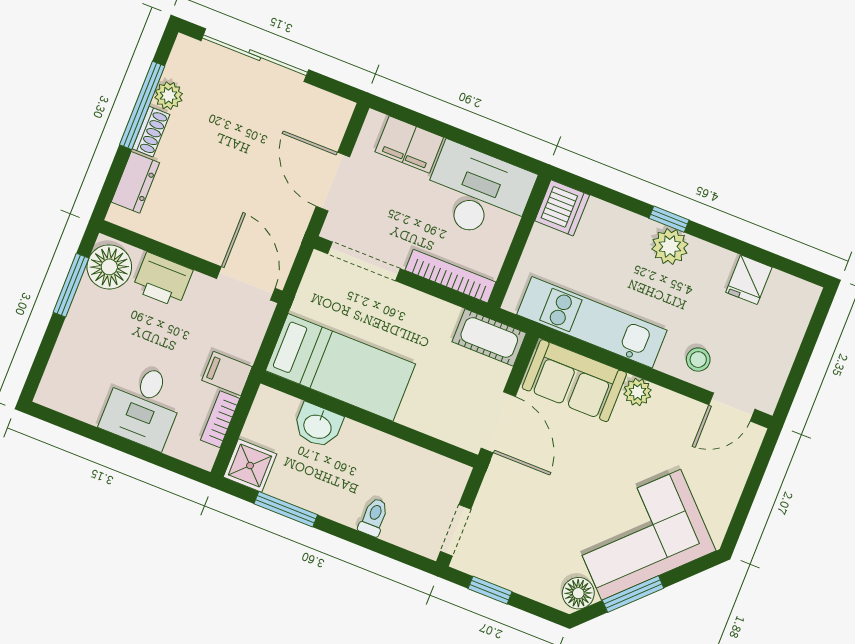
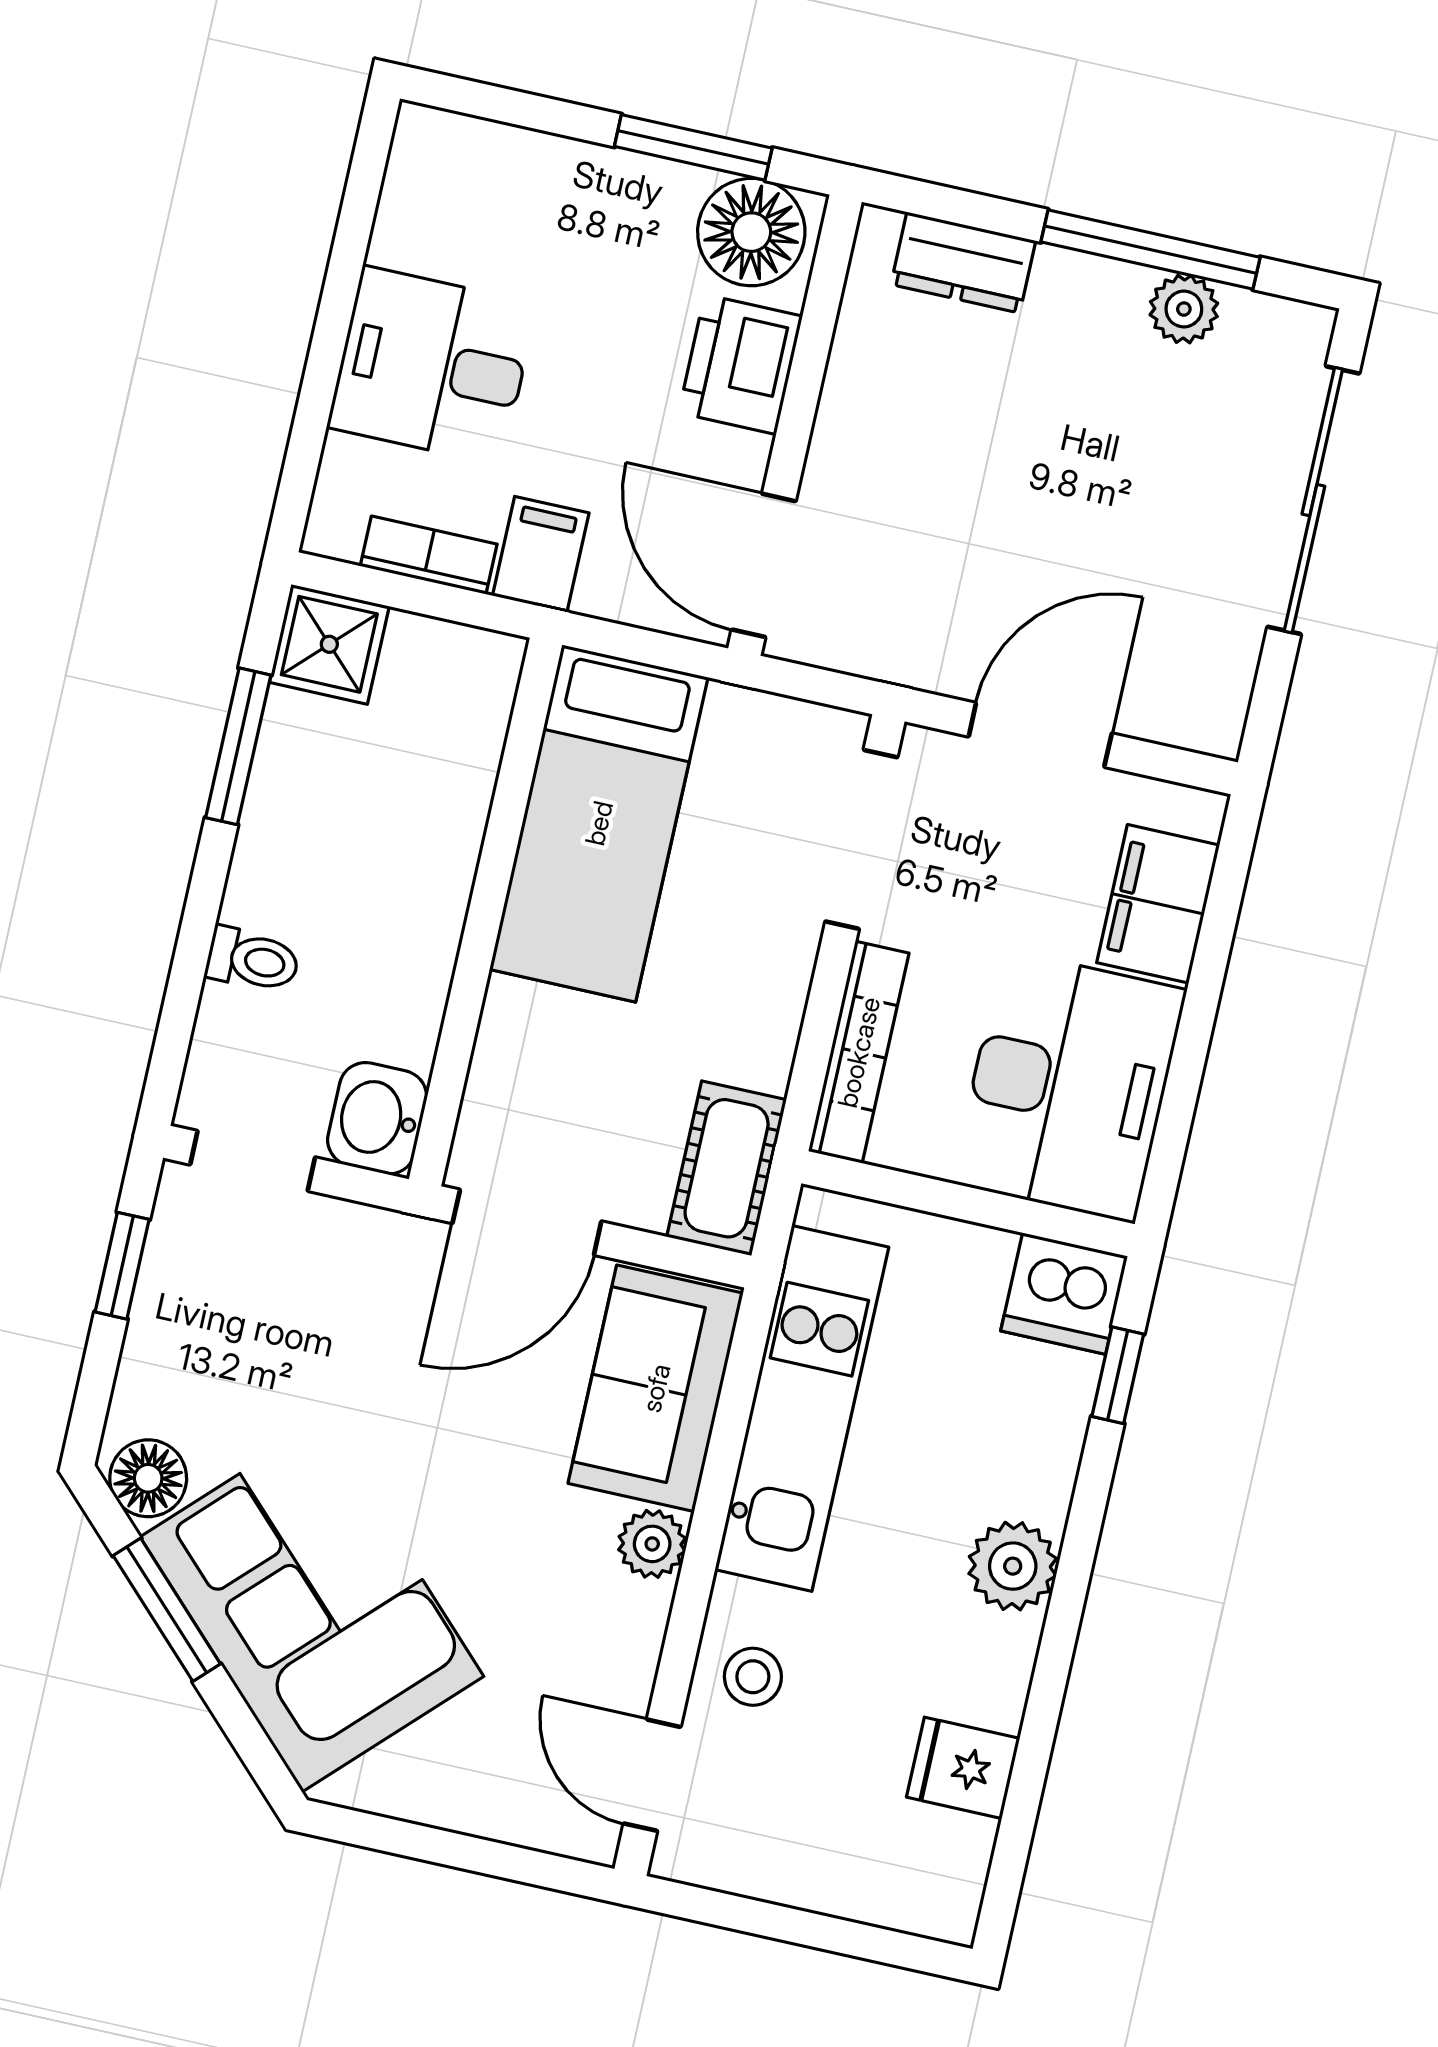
shoe rack: (151, 132) -> (1091, 281), removed
window: (669, 219) -> (1118, 1375), moved
door: (246, 283) -> (764, 565), swing flipped
washbasin: (318, 426) -> (377, 1118), moved

